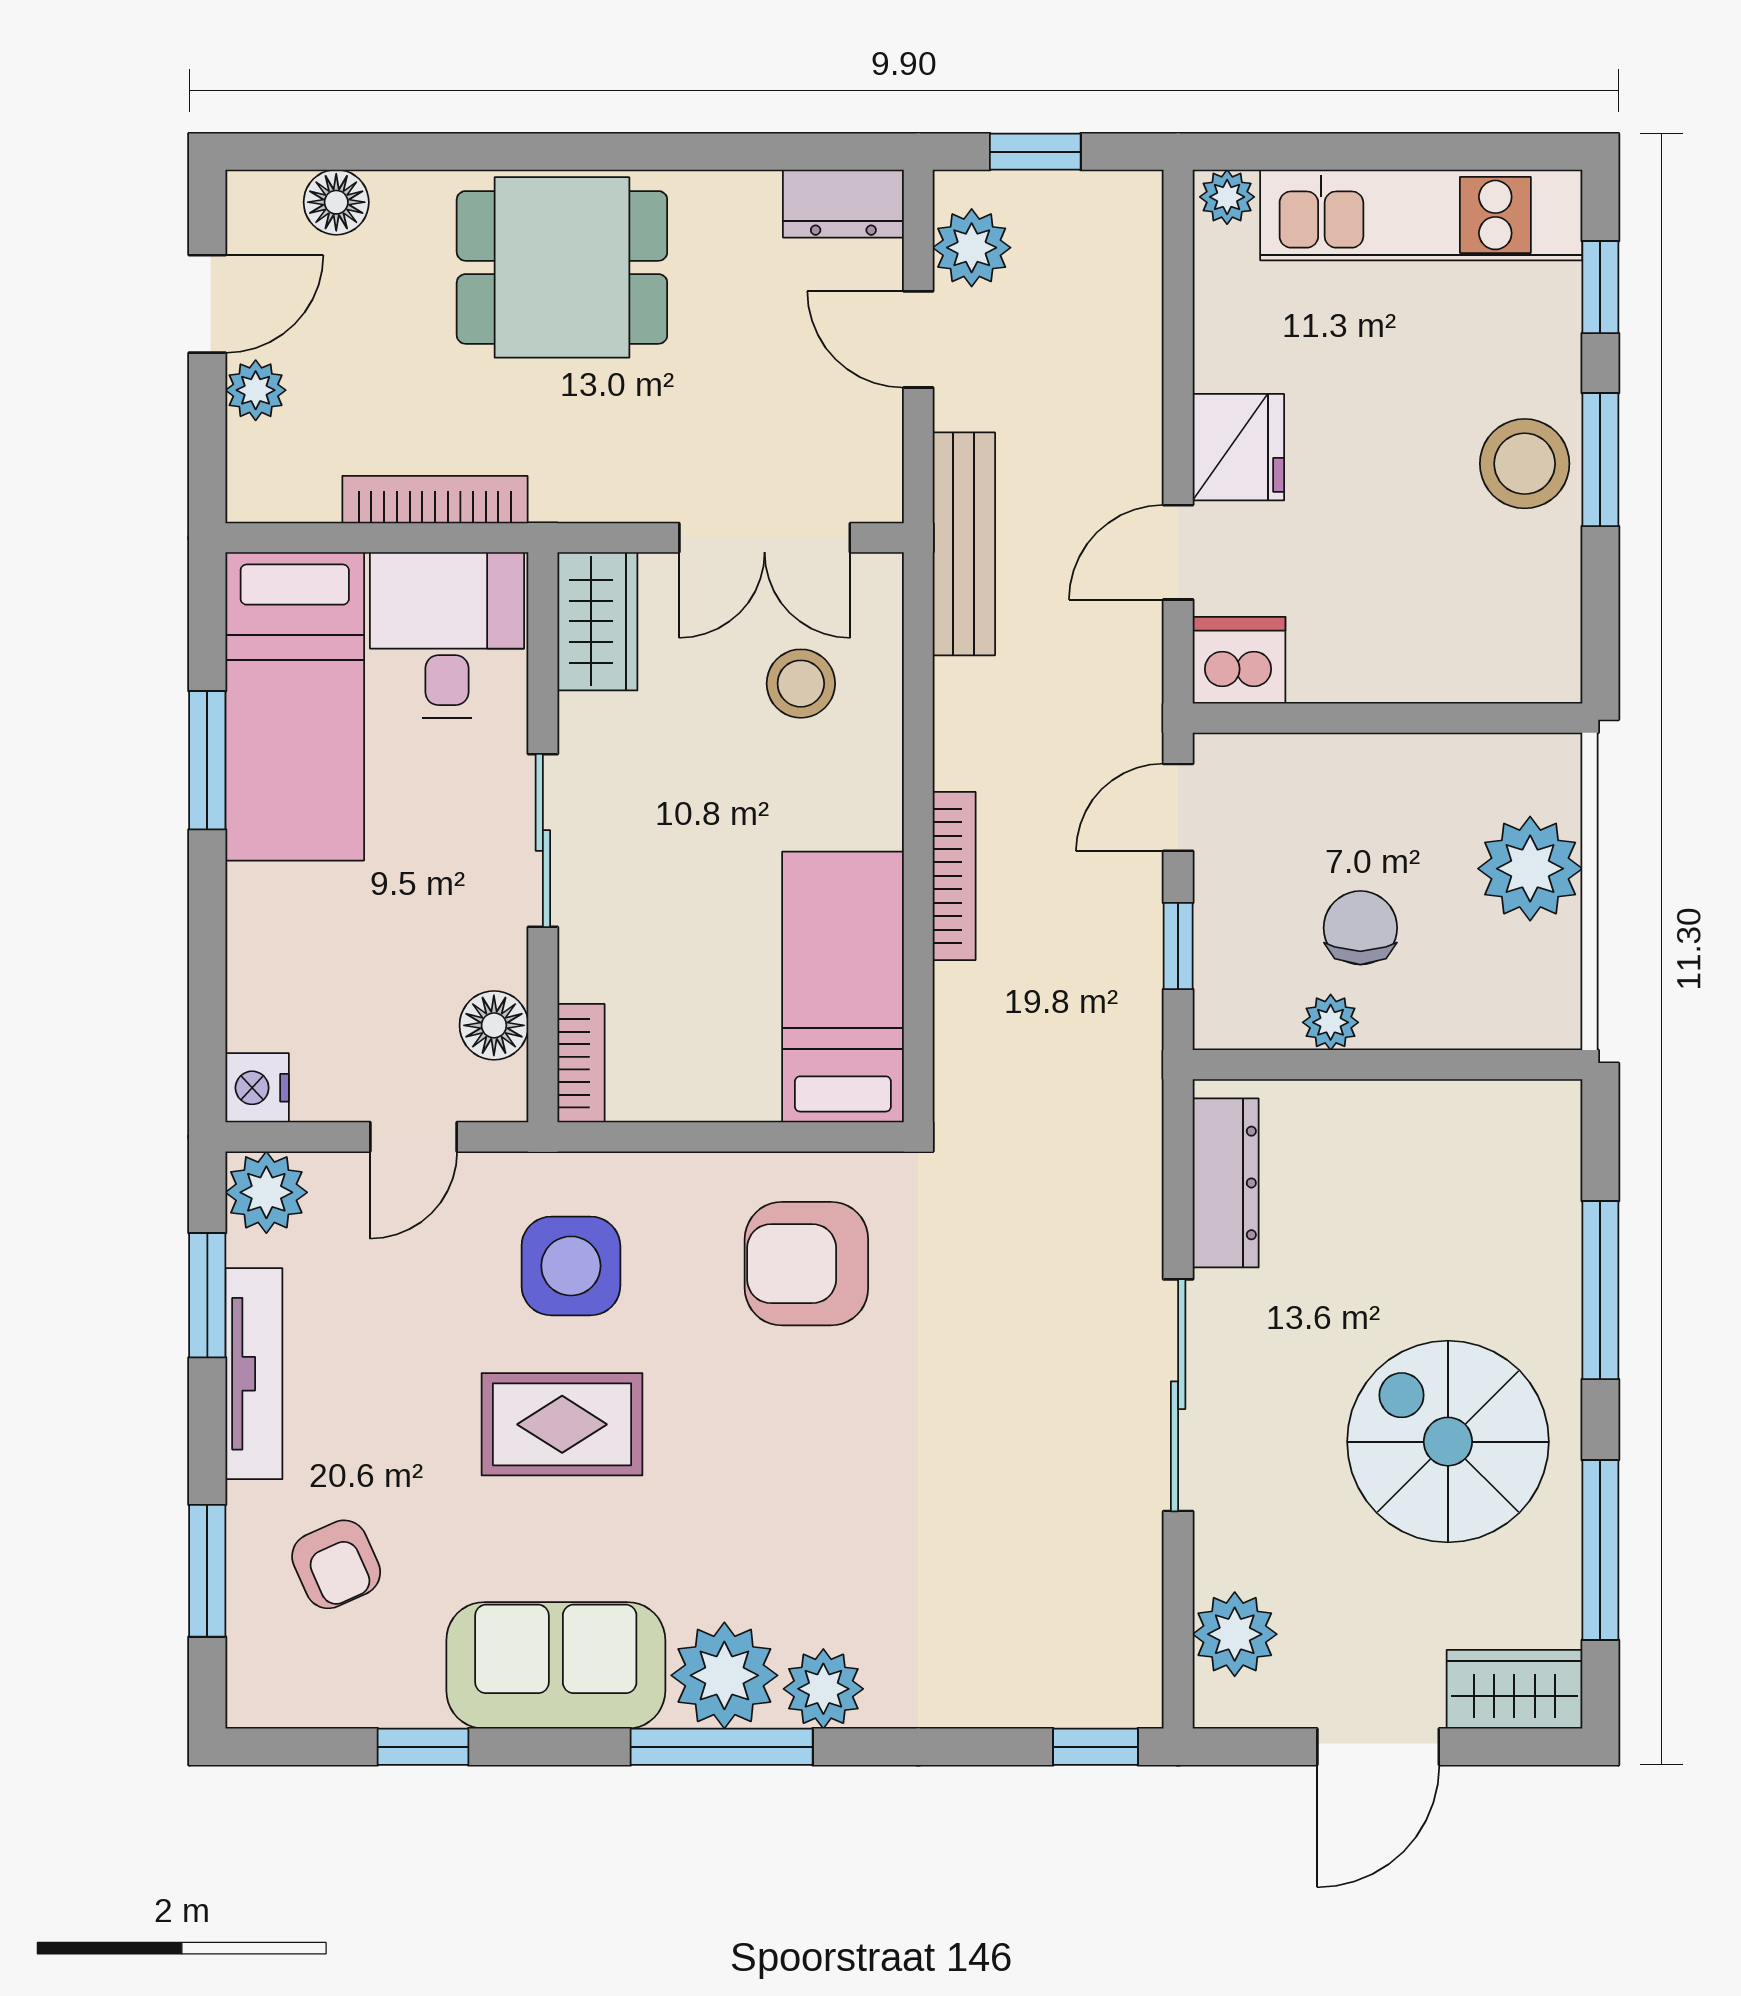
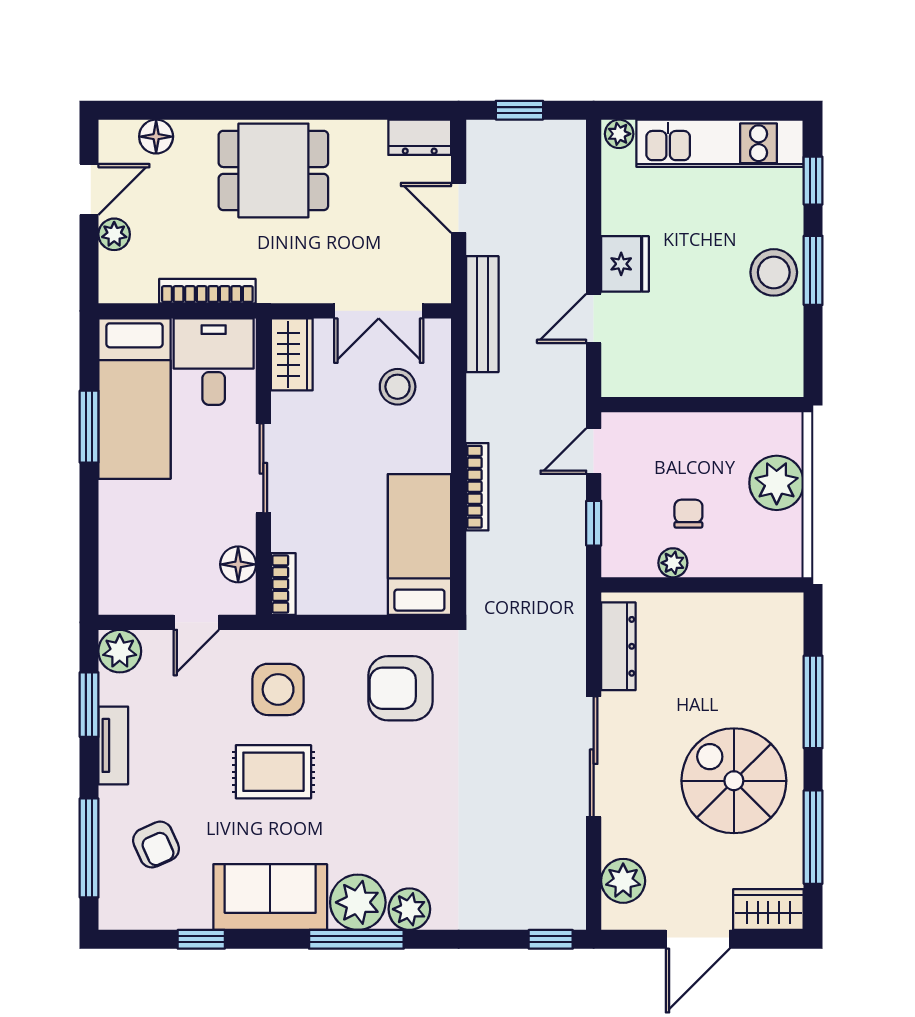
plant: (972, 248) -> (486, 160), removed
dishwasher: (1239, 660) -> (625, 375), removed
chair: (1360, 928) -> (688, 514), width x0.73, depth x0.73
nightstand: (257, 1088) -> (115, 597), removed
tv unit: (254, 1374) -> (113, 745), width x0.71
window: (207, 1571) -> (89, 848), width x1.44

